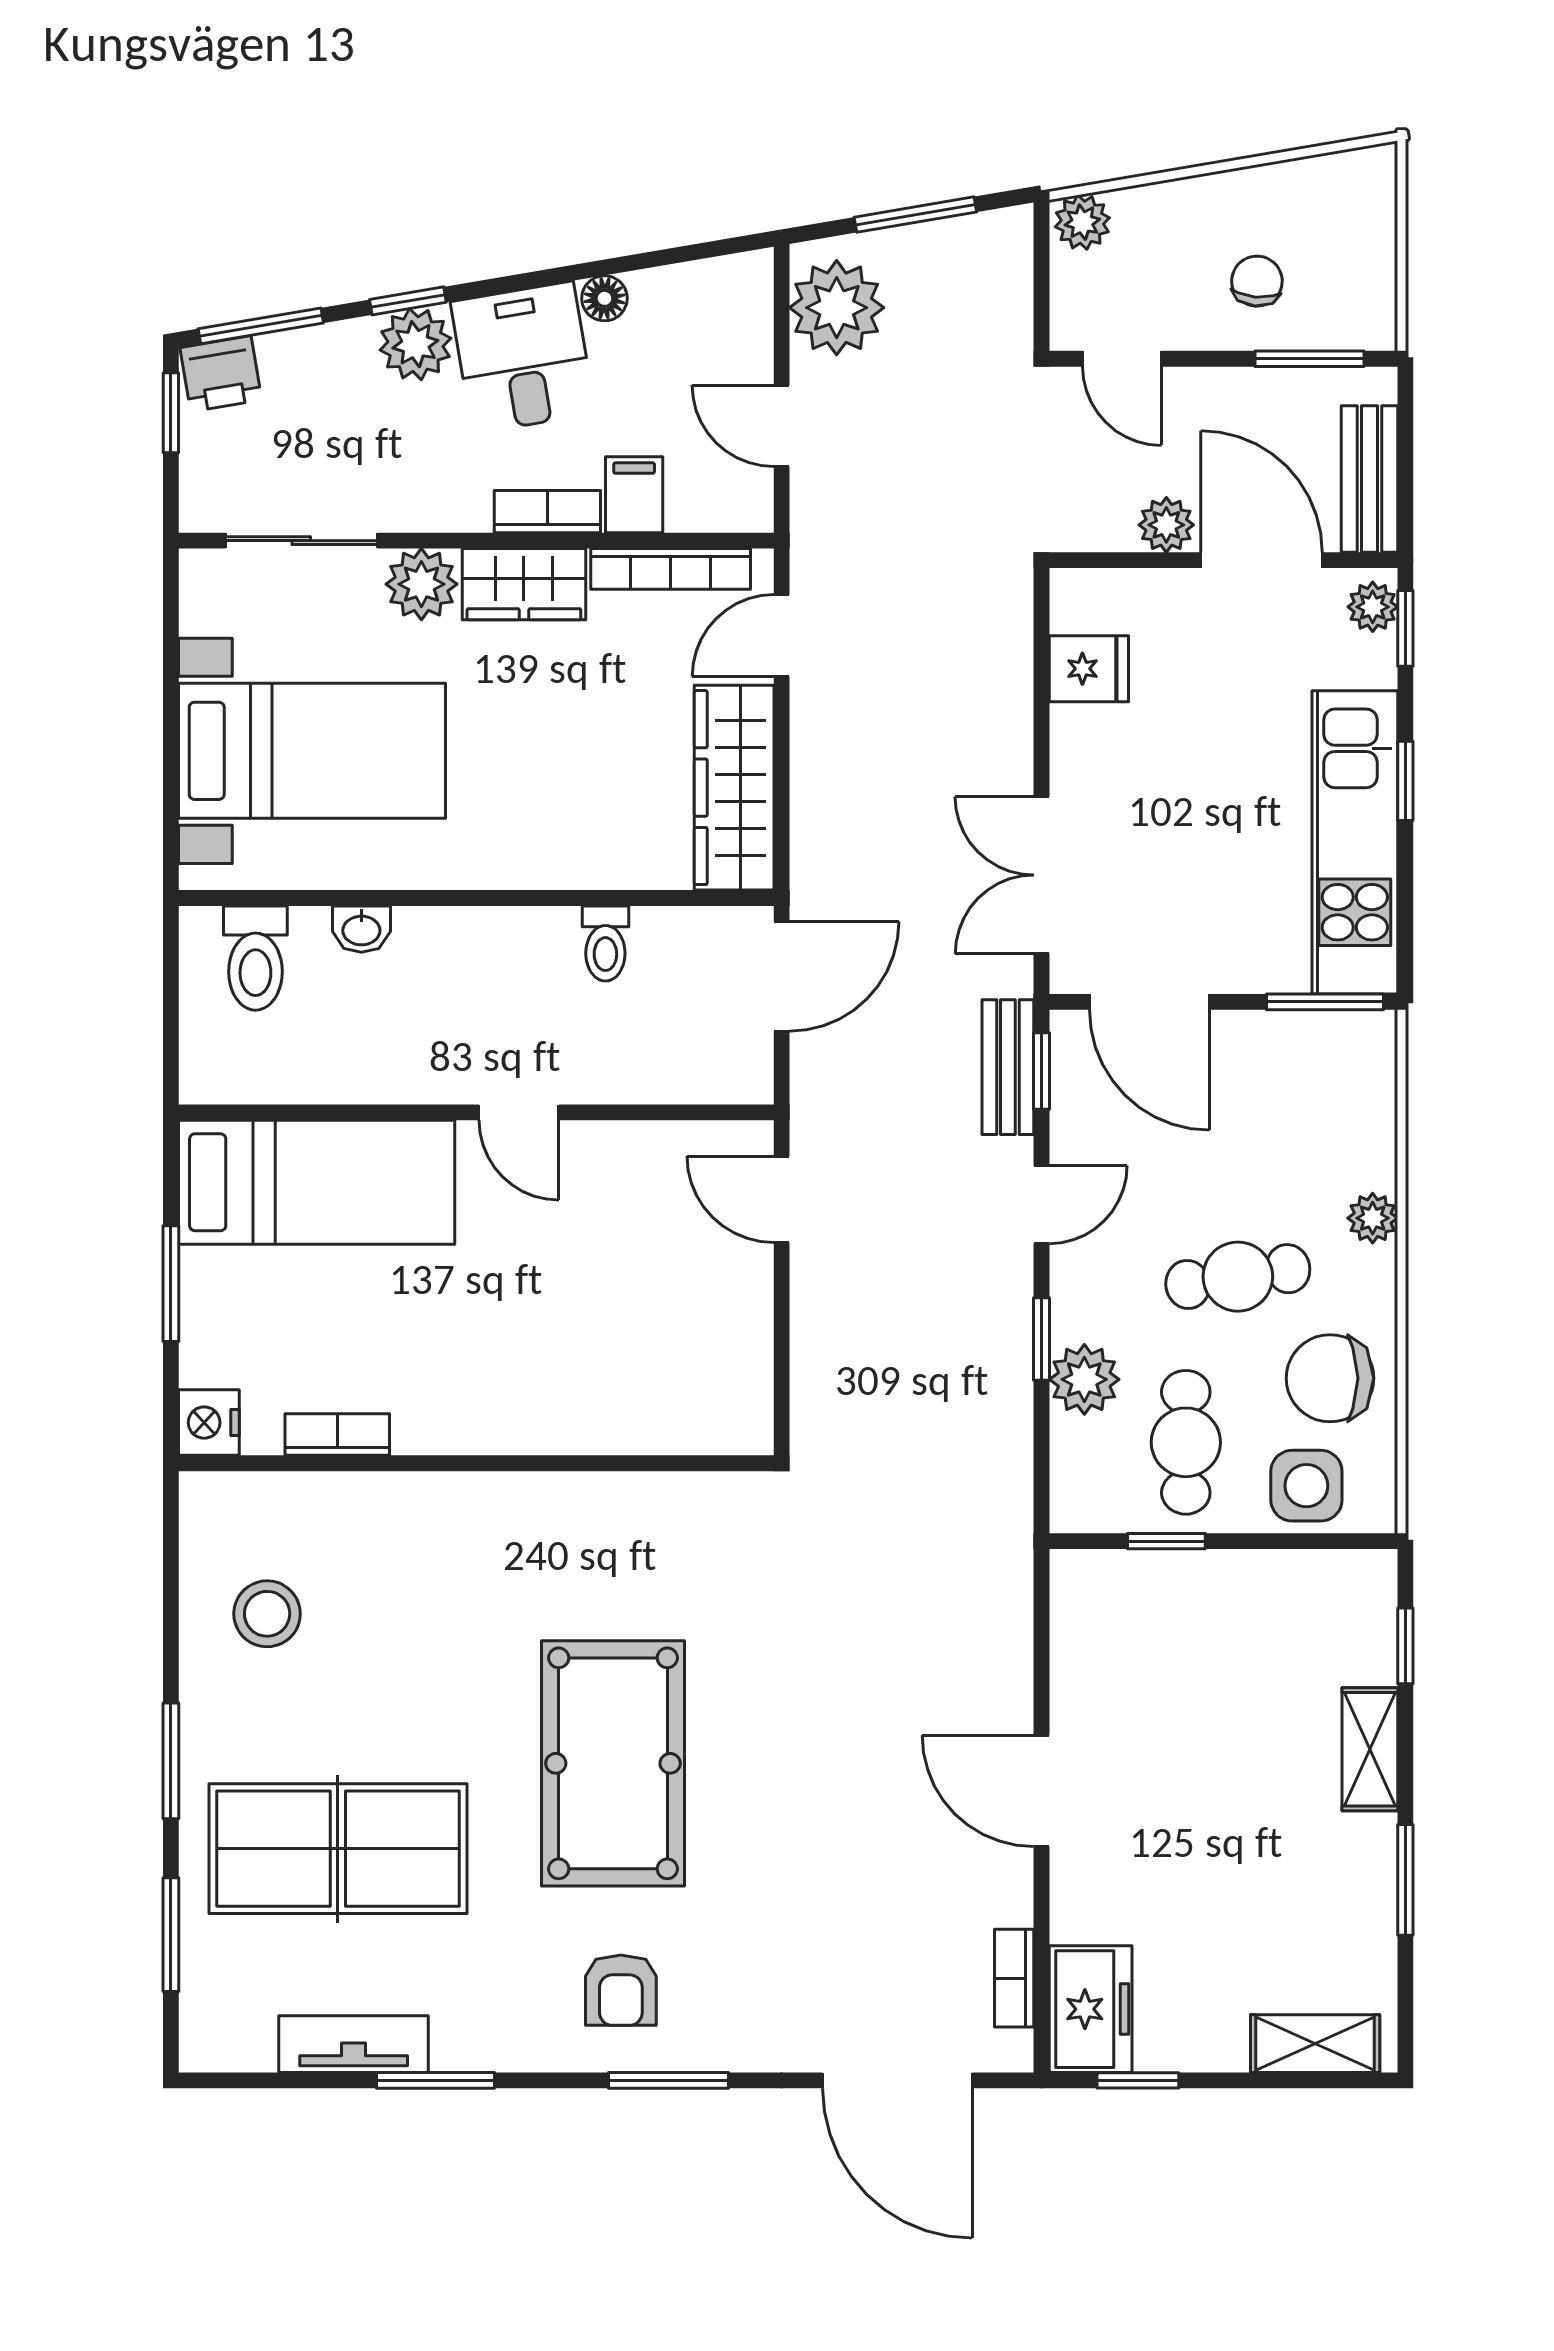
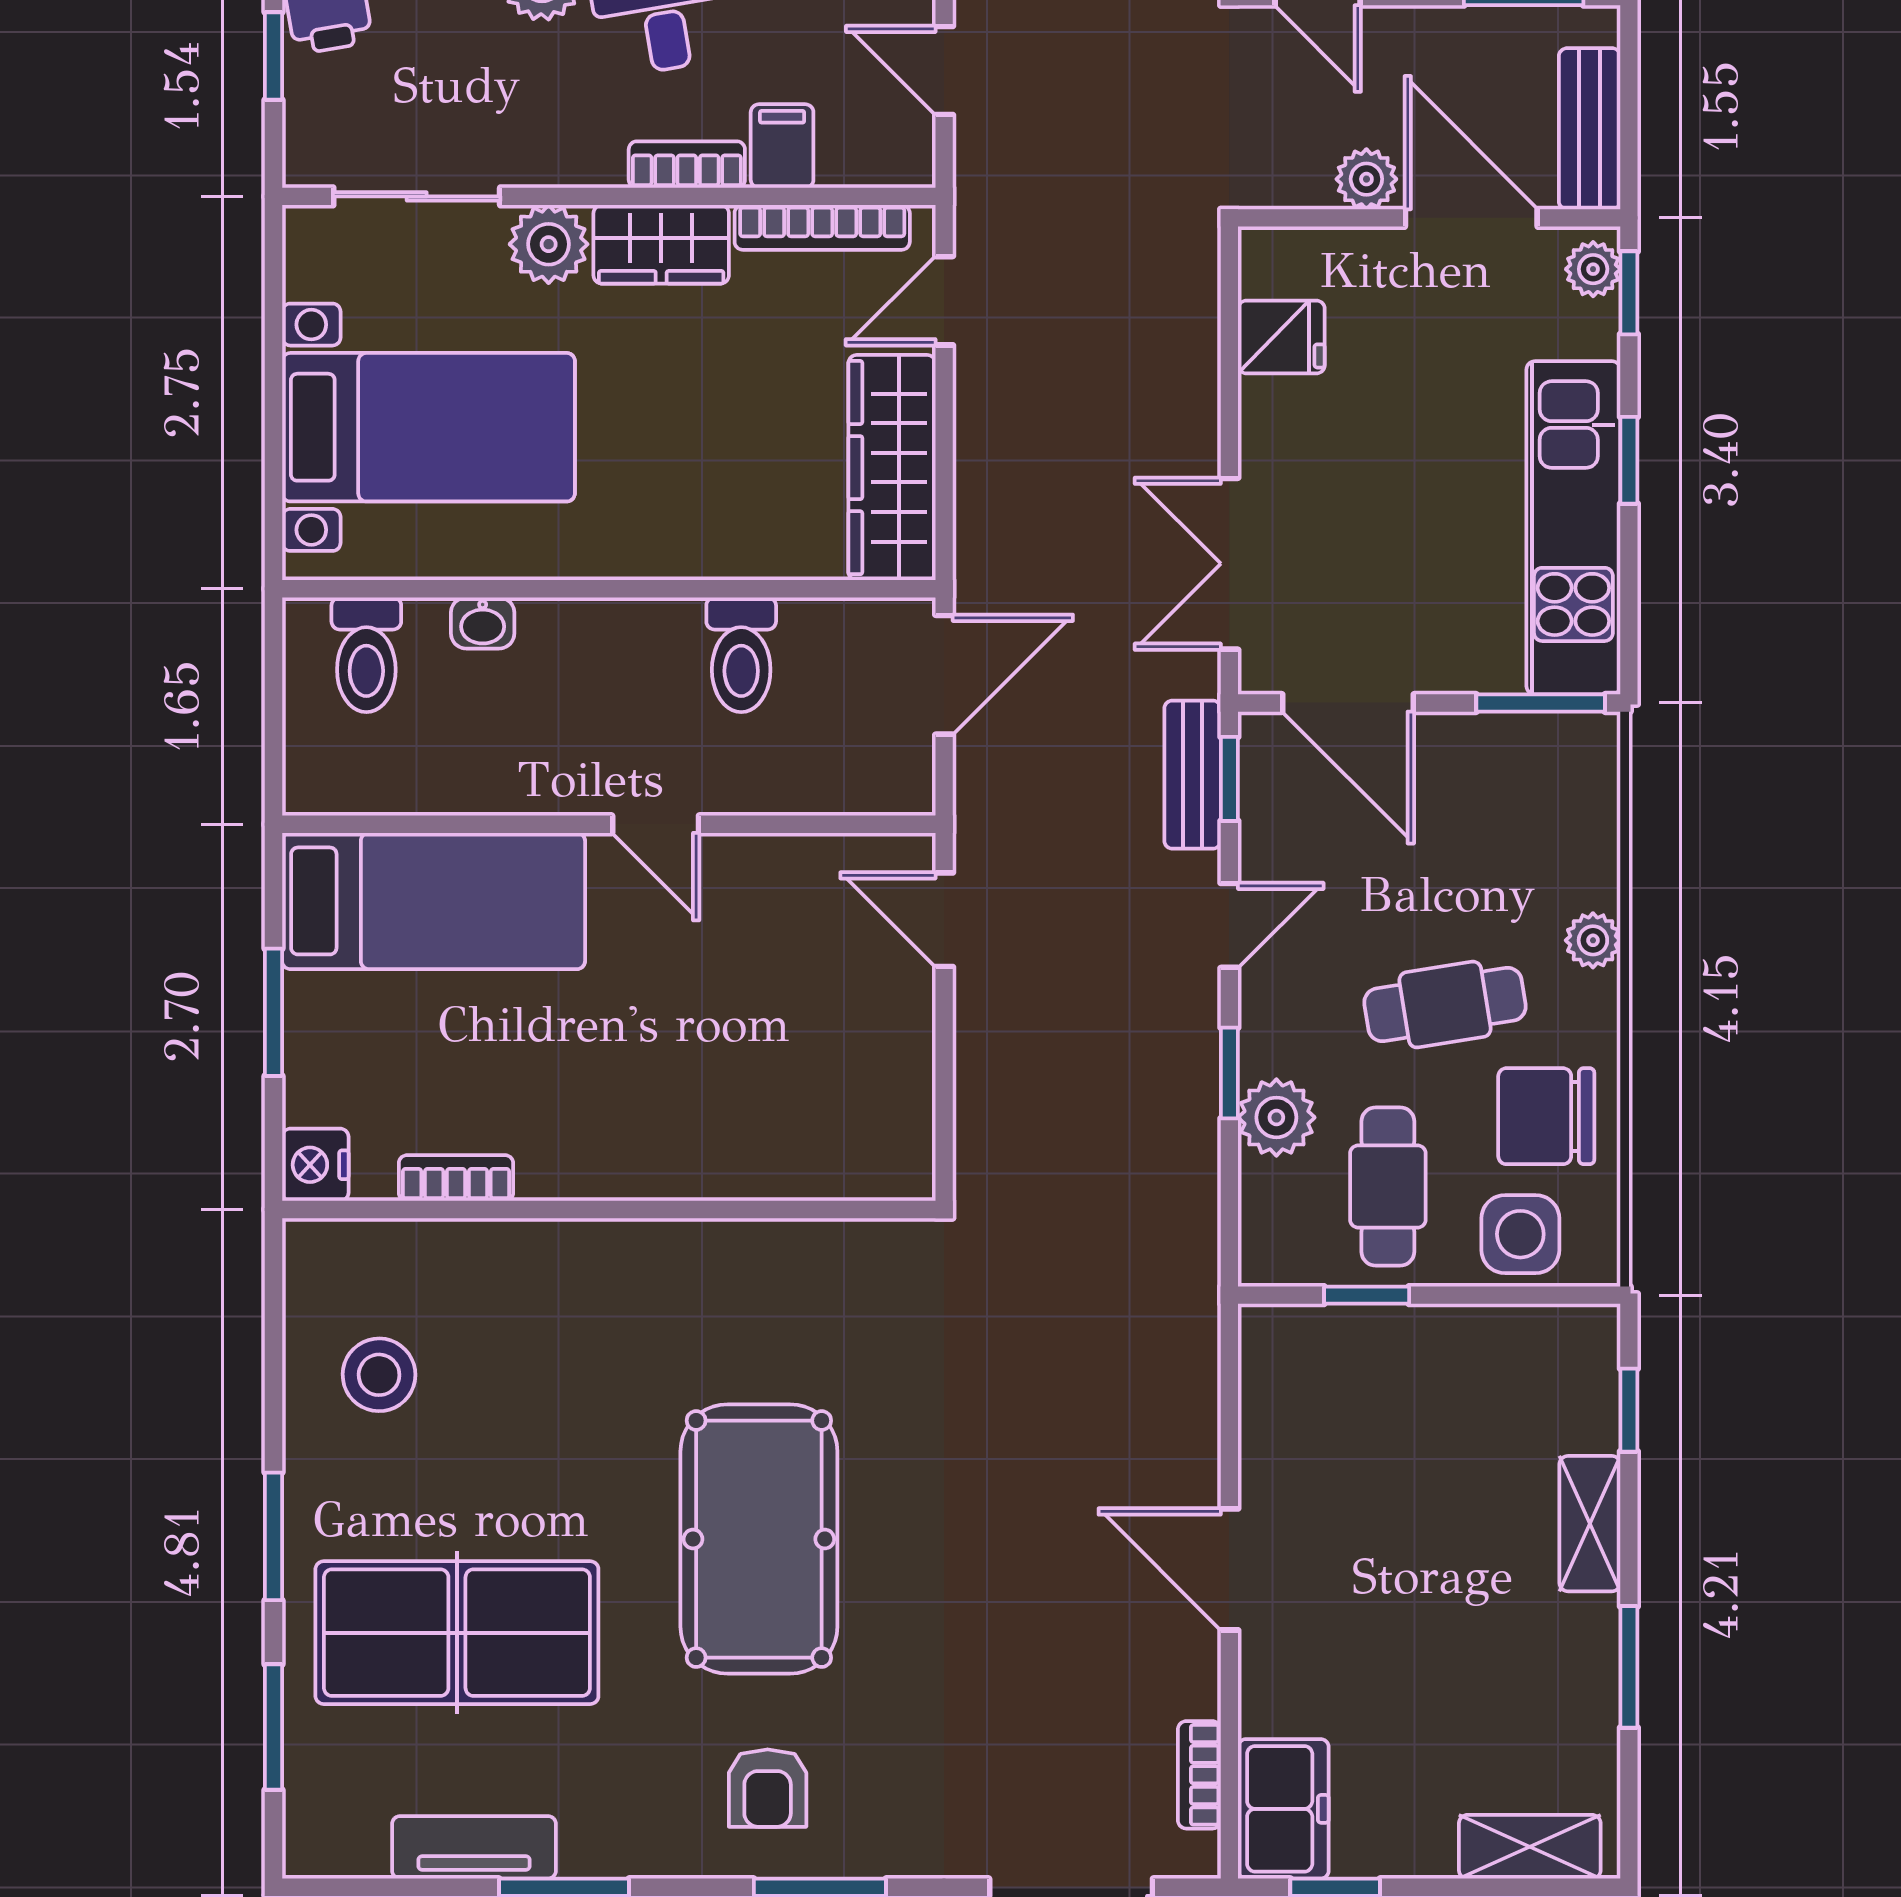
toilet: (605, 943) -> (741, 655), width x1.37, depth x1.39

